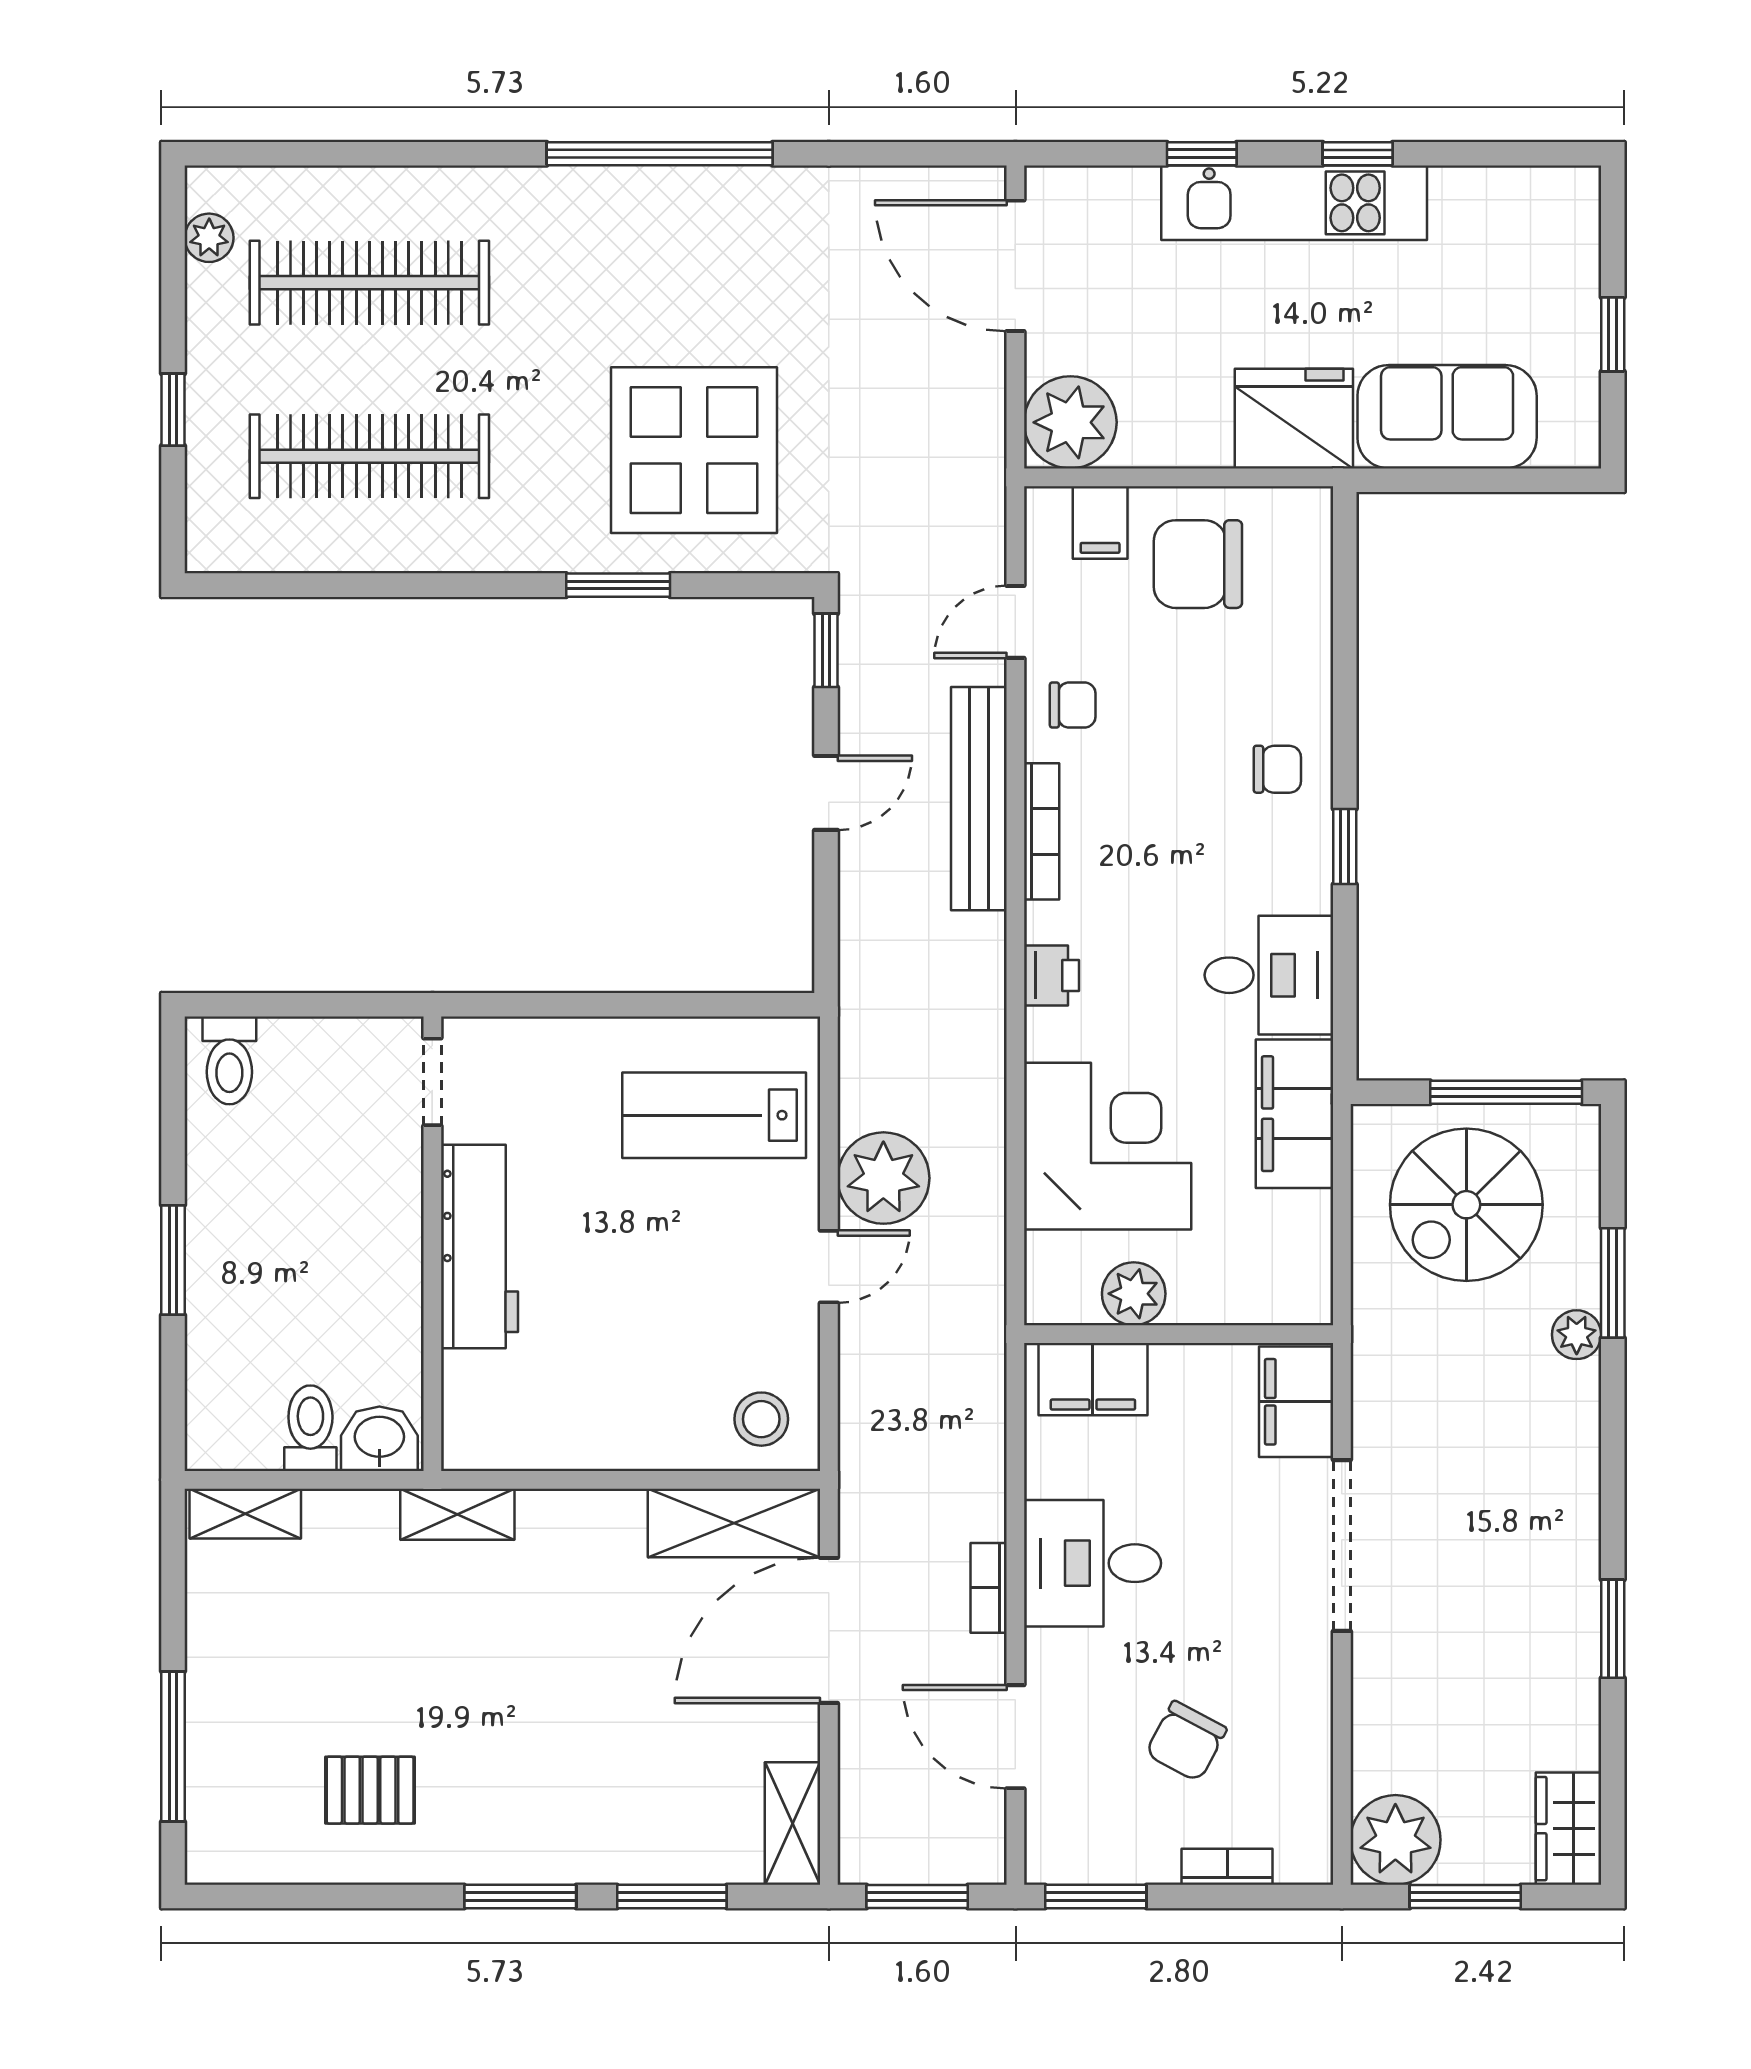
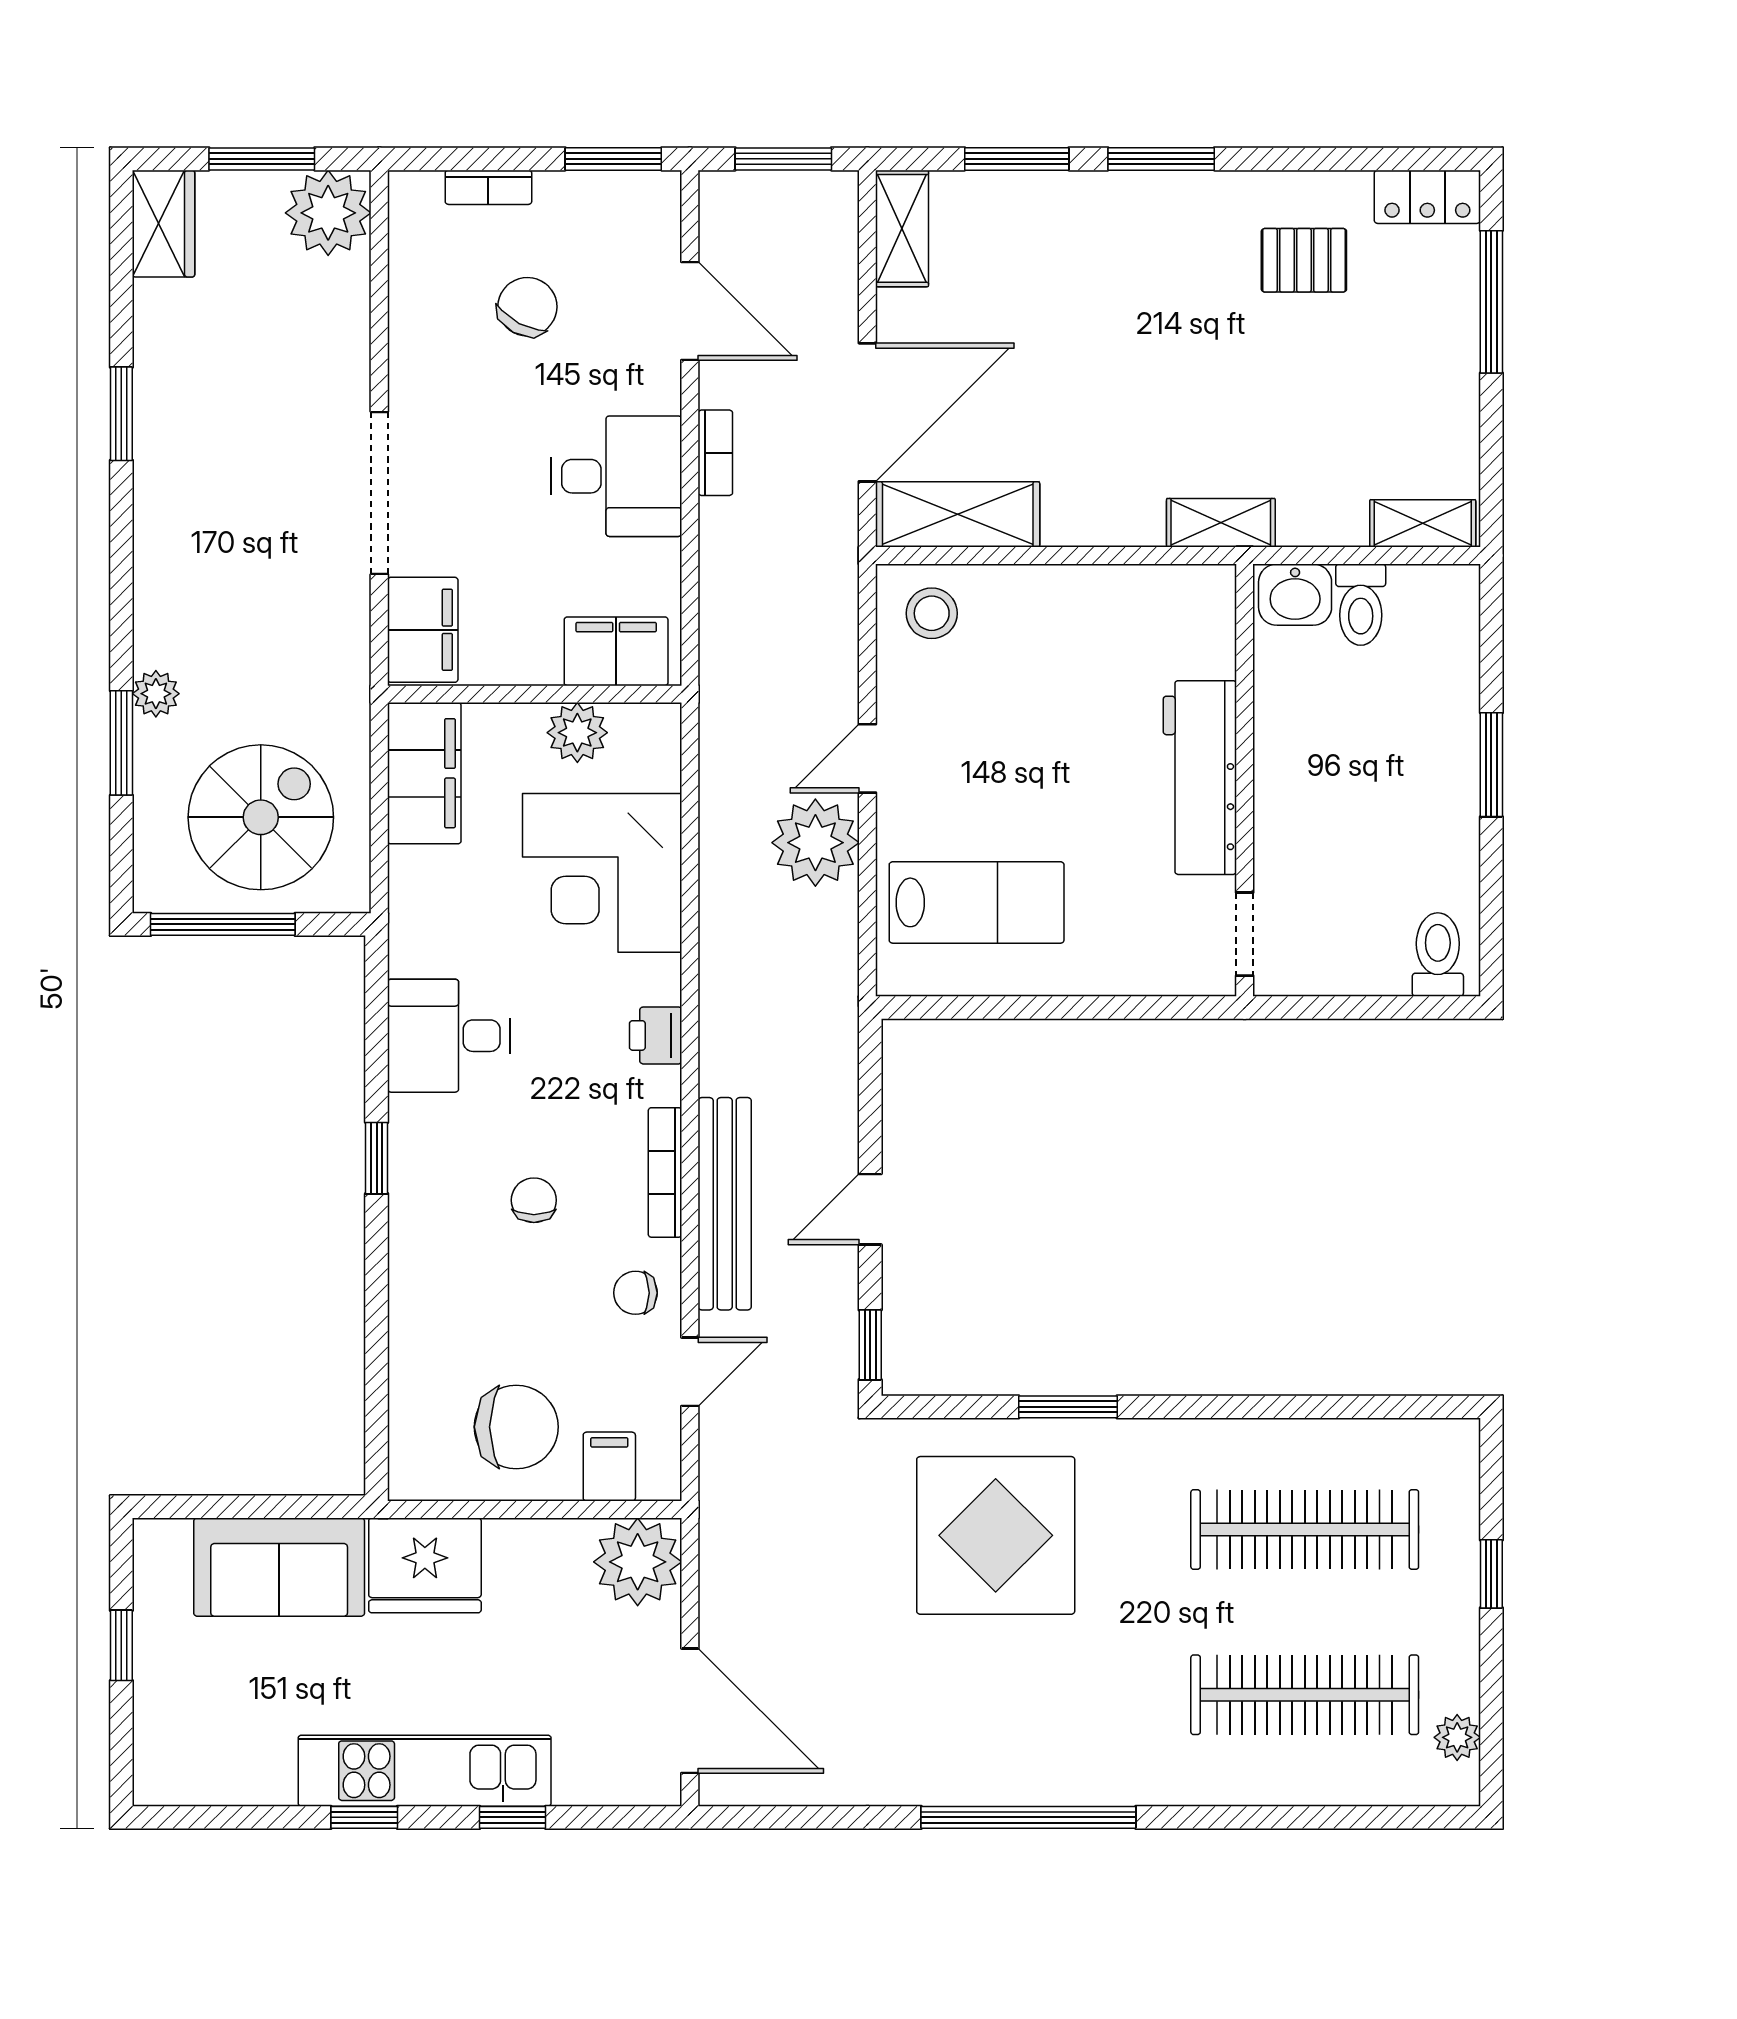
chair: (1277, 769) -> (534, 1200), moved, turned 90
filing cabinet: (1294, 1114) -> (424, 773), moved
locker: (240, 1857) -> (1427, 197), added

